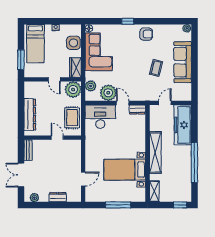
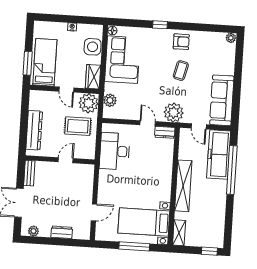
bed: (35, 44) -> (45, 62), moved, turned 180
sofa: (183, 62) -> (222, 100), moved
coffee table: (156, 68) -> (181, 71), moved
plant: (108, 93) -> (174, 113), moved
door: (165, 103) -> (199, 126), swing flipped
desk: (100, 117) -> (115, 151), moved, turned -90
rug: (72, 118) -> (78, 126), moved, turned 90
door: (57, 138) -> (66, 160), hinge flipped
window: (194, 162) -> (232, 170), moved
bed with nightstands: (125, 170) -> (144, 222), moved

